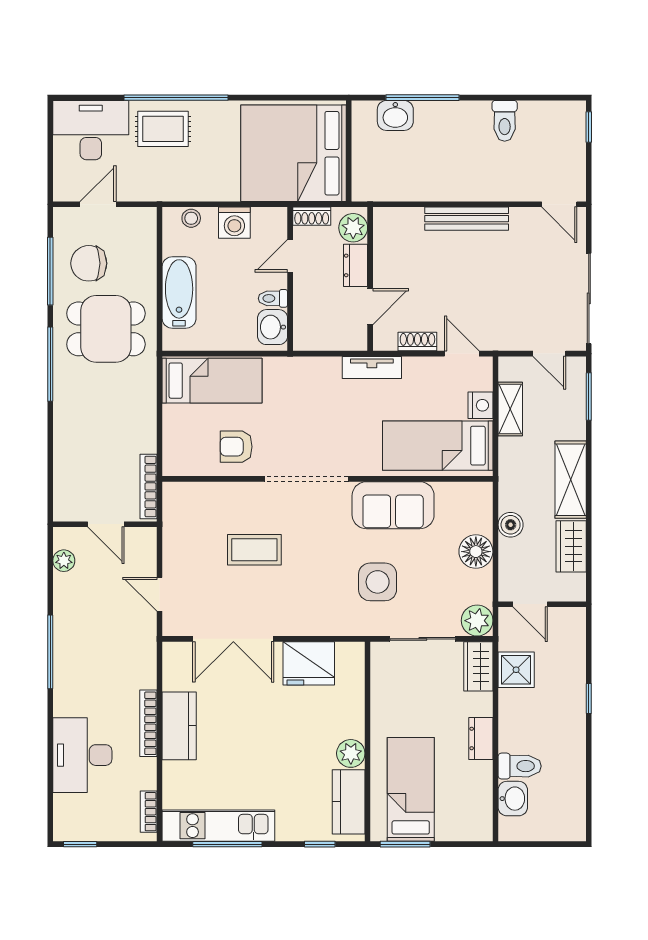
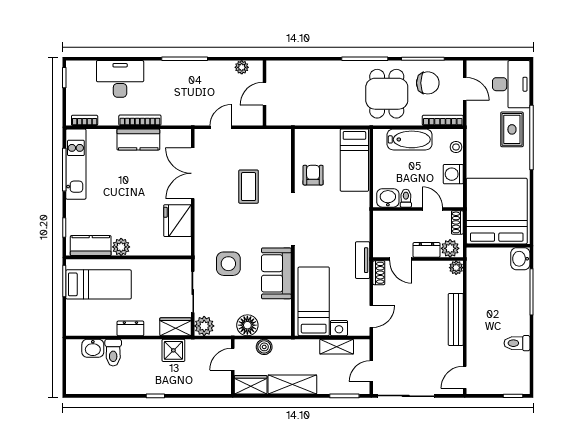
washbasin: (395, 115) -> (520, 259), moved
plant: (384, 218) -> (456, 268), added
chair: (89, 263) -> (428, 83), turned 90
shoe rack: (417, 342) -> (379, 273), moved
bookcase: (149, 486) -> (443, 120), moved
door: (530, 604) -> (233, 359), moved
wall: (542, 604) -> (233, 367), moved

